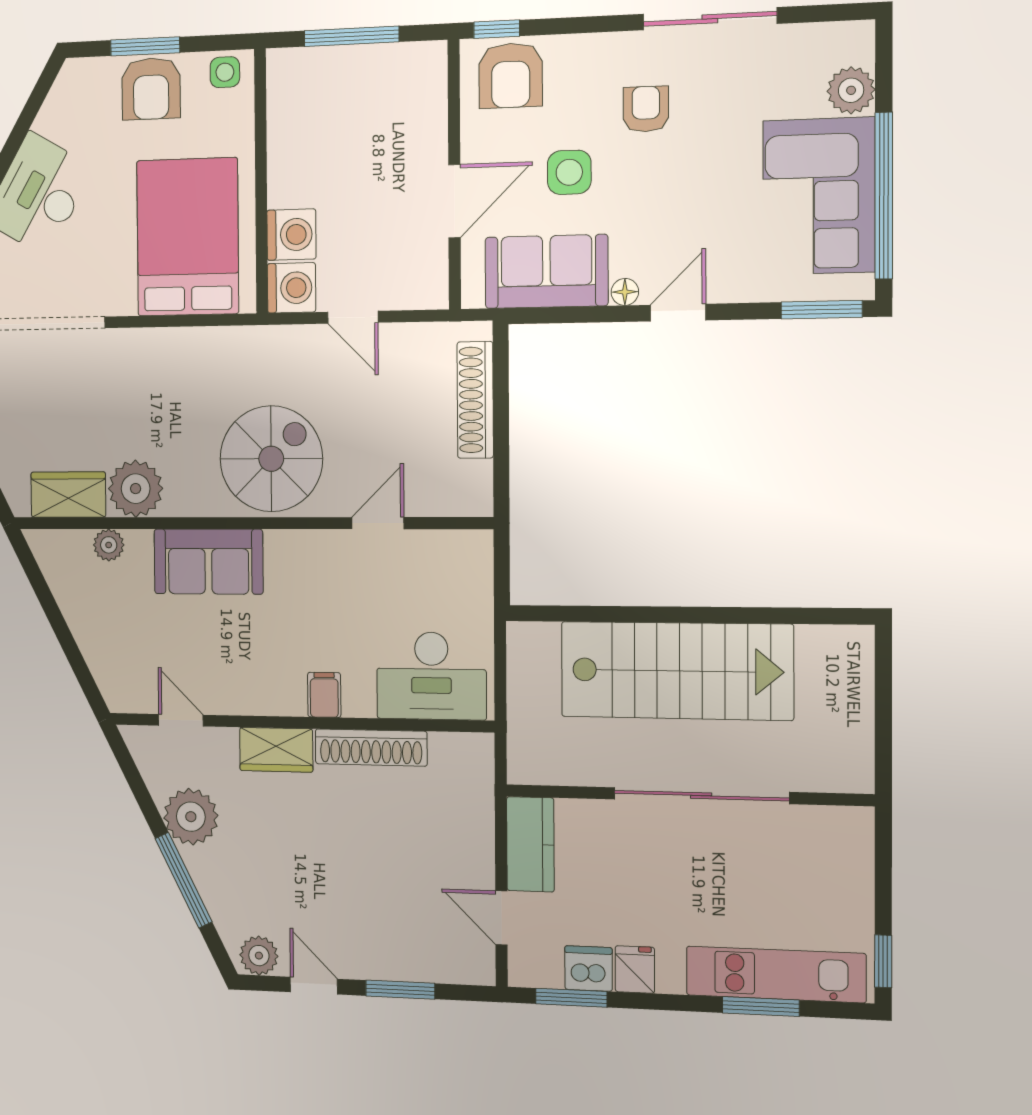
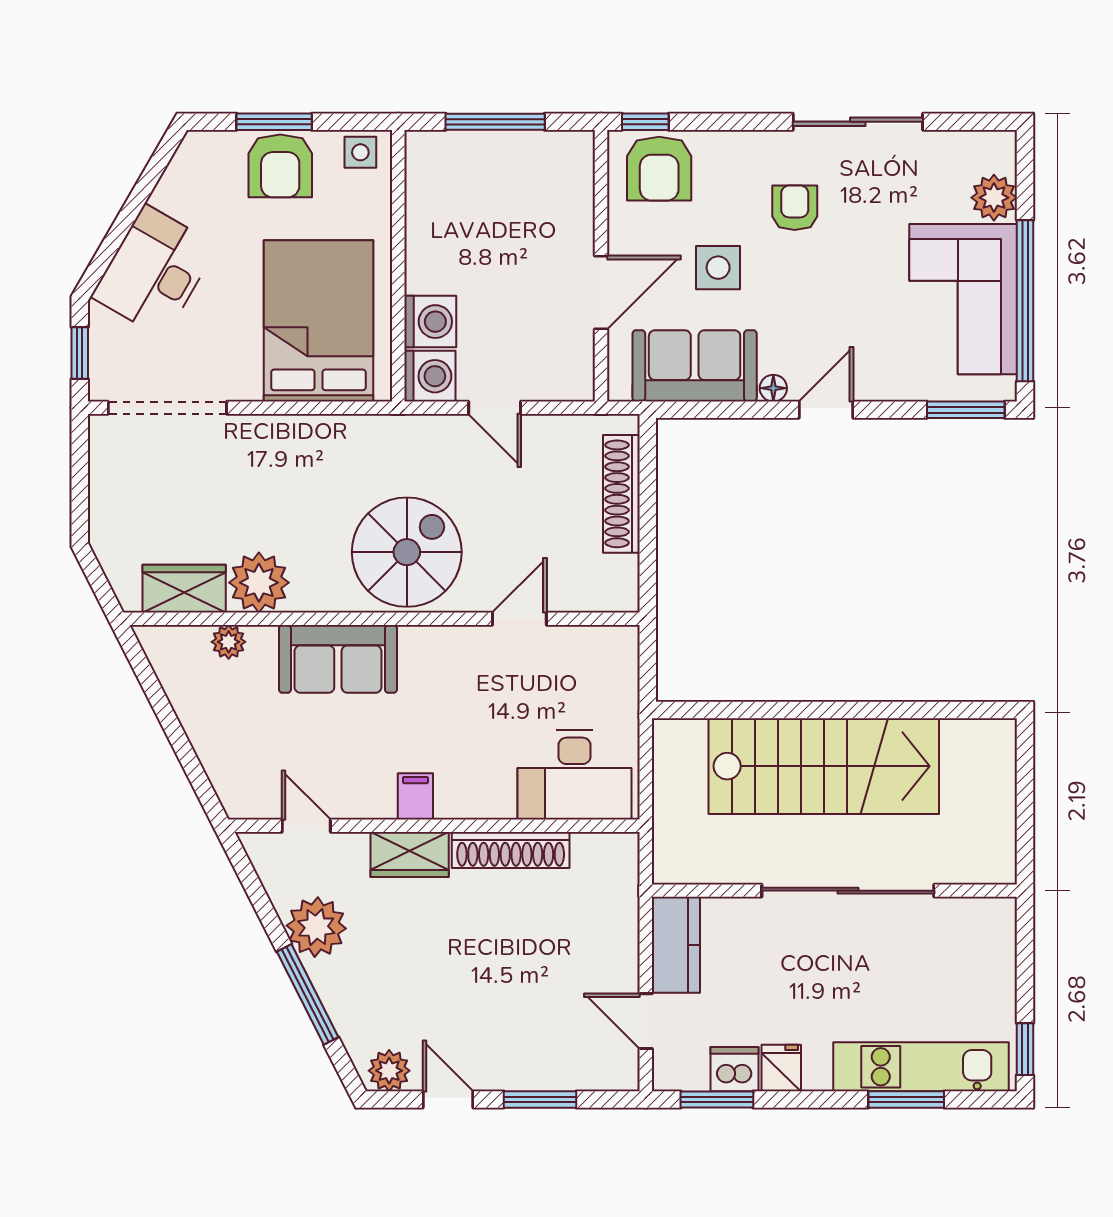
filing cabinet: (324, 695) -> (415, 796), moved

